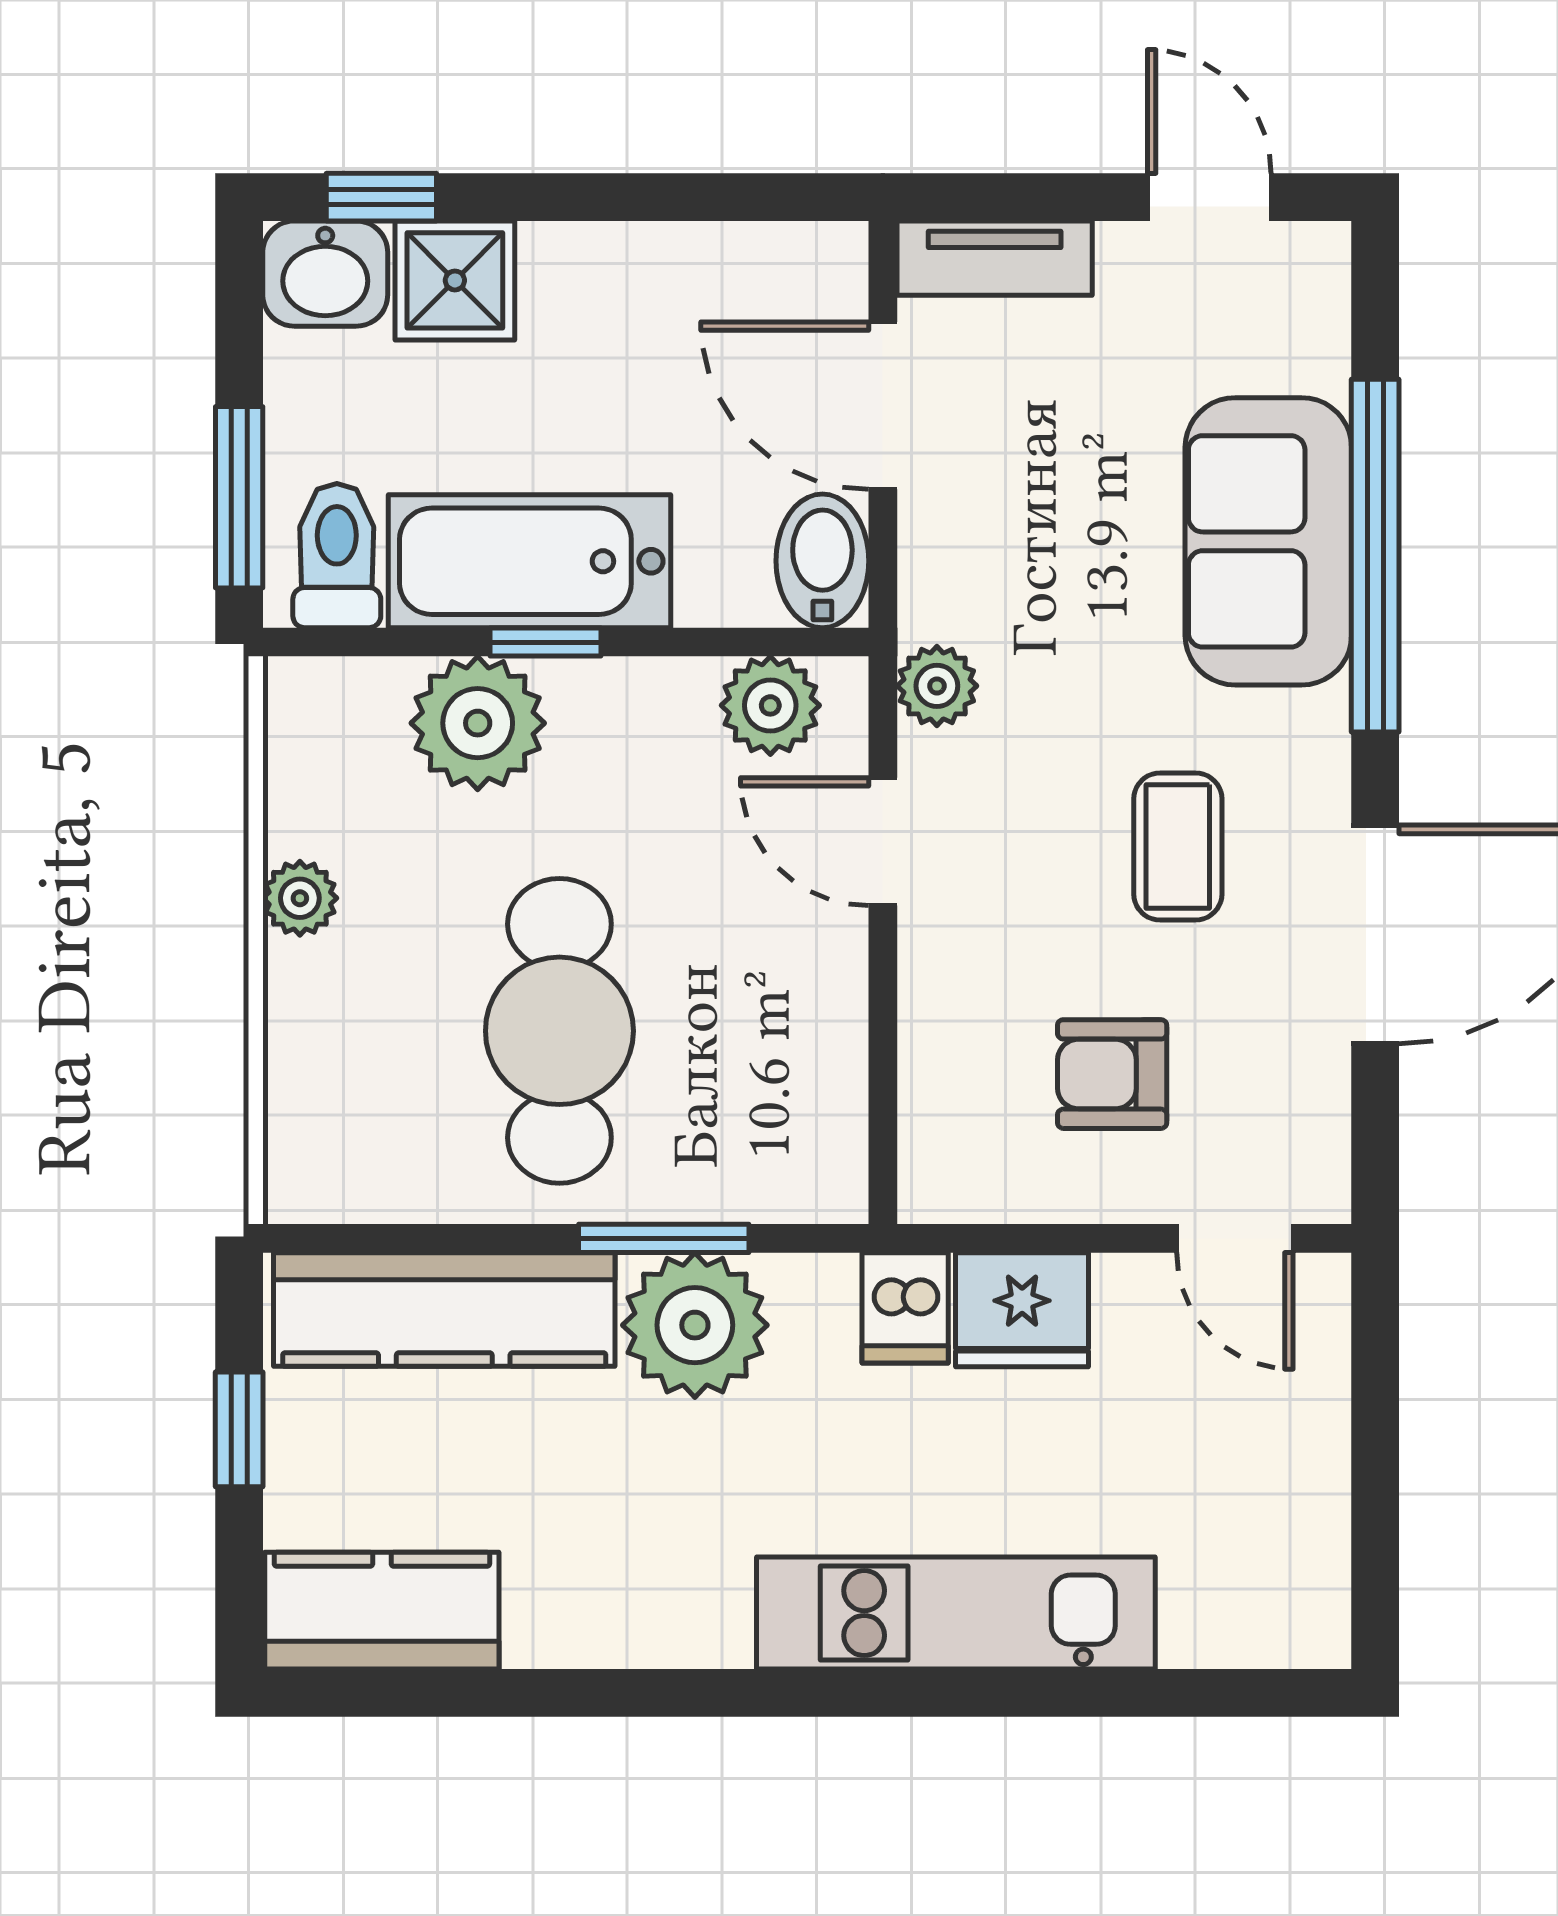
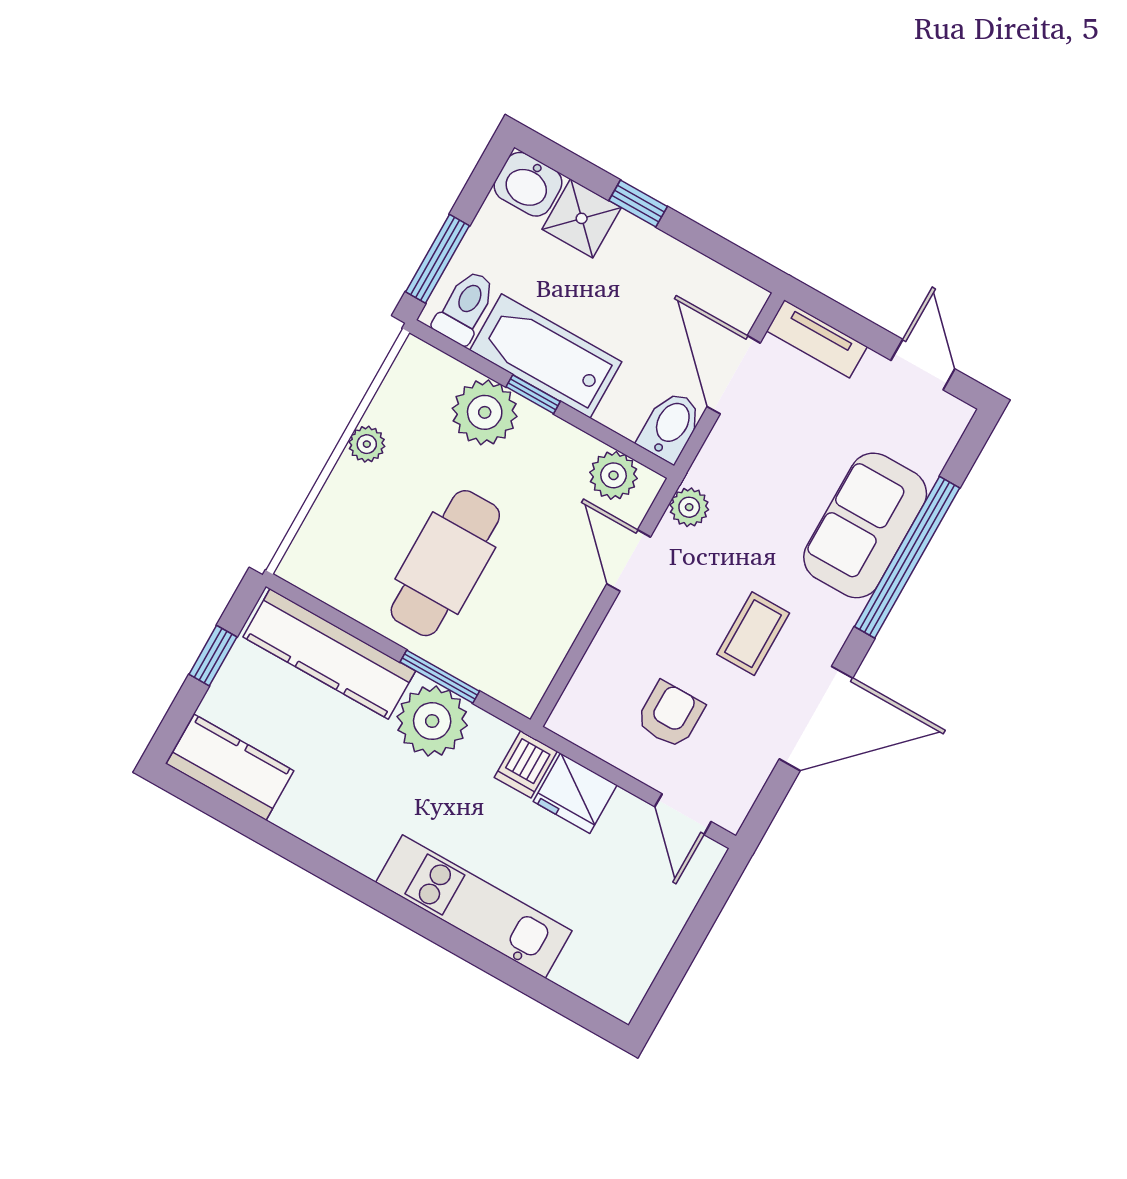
window: (381, 197) -> (638, 204), moved
armchair: (1112, 1074) -> (670, 715), turned 90

